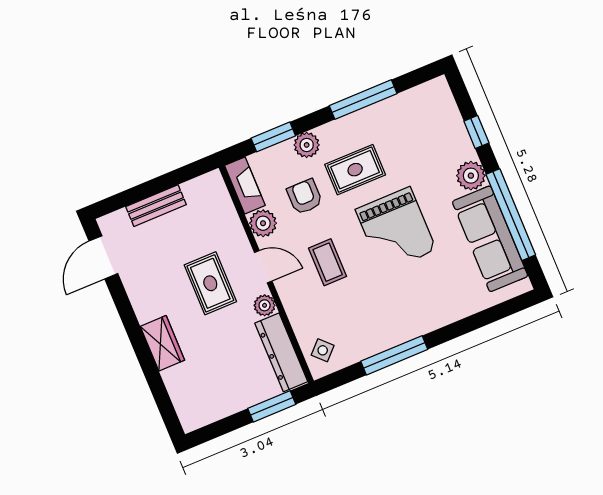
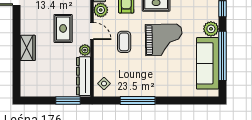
grand piano: (396, 230) -> (164, 40), turned -91

